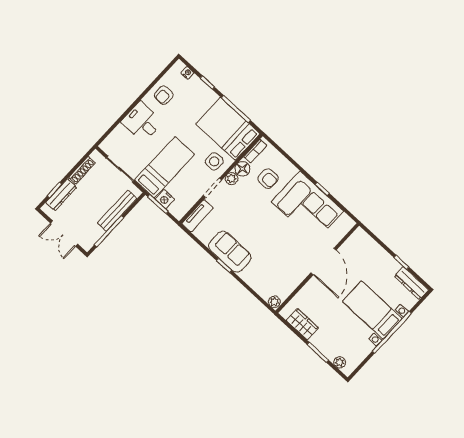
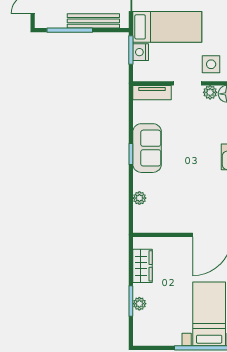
plant: (274, 302) -> (139, 198), moved
plant: (340, 362) -> (139, 304), moved

